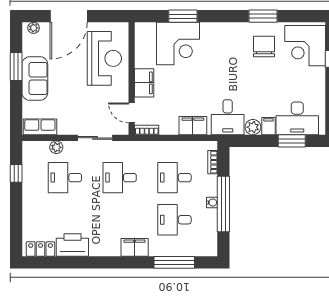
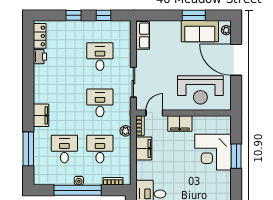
sofa: (35, 79) -> (200, 31), moved
filing cabinet: (193, 126) -> (144, 148), moved
plant: (56, 147) -> (126, 131), moved
window: (16, 209) -> (73, 15), added
printer: (72, 245) -> (40, 57), width x0.53, depth x0.68

